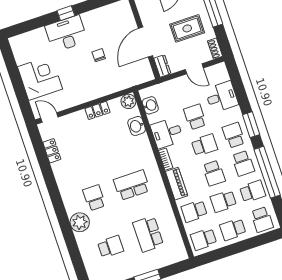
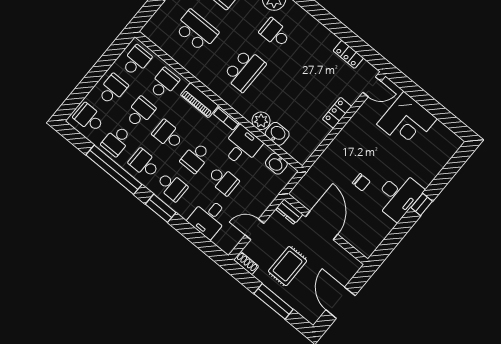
desk: (66, 34) -> (398, 196), moved
plant: (128, 101) -> (261, 121), moved
locker: (97, 110) -> (337, 113), moved
school desk: (94, 198) -> (275, 33), turned 180

